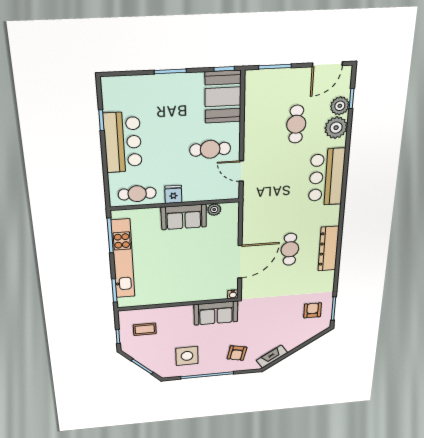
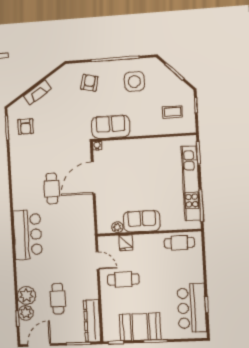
booth: (223, 97) -> (140, 327), moved, turned 90
bar counter: (123, 142) -> (192, 308), moved
bar counter: (327, 177) -> (28, 235), moved
fridge: (173, 194) -> (126, 243), moved
dresser: (328, 249) -> (92, 321), moved, turned 180
fireplace: (272, 357) -> (37, 92), moved

